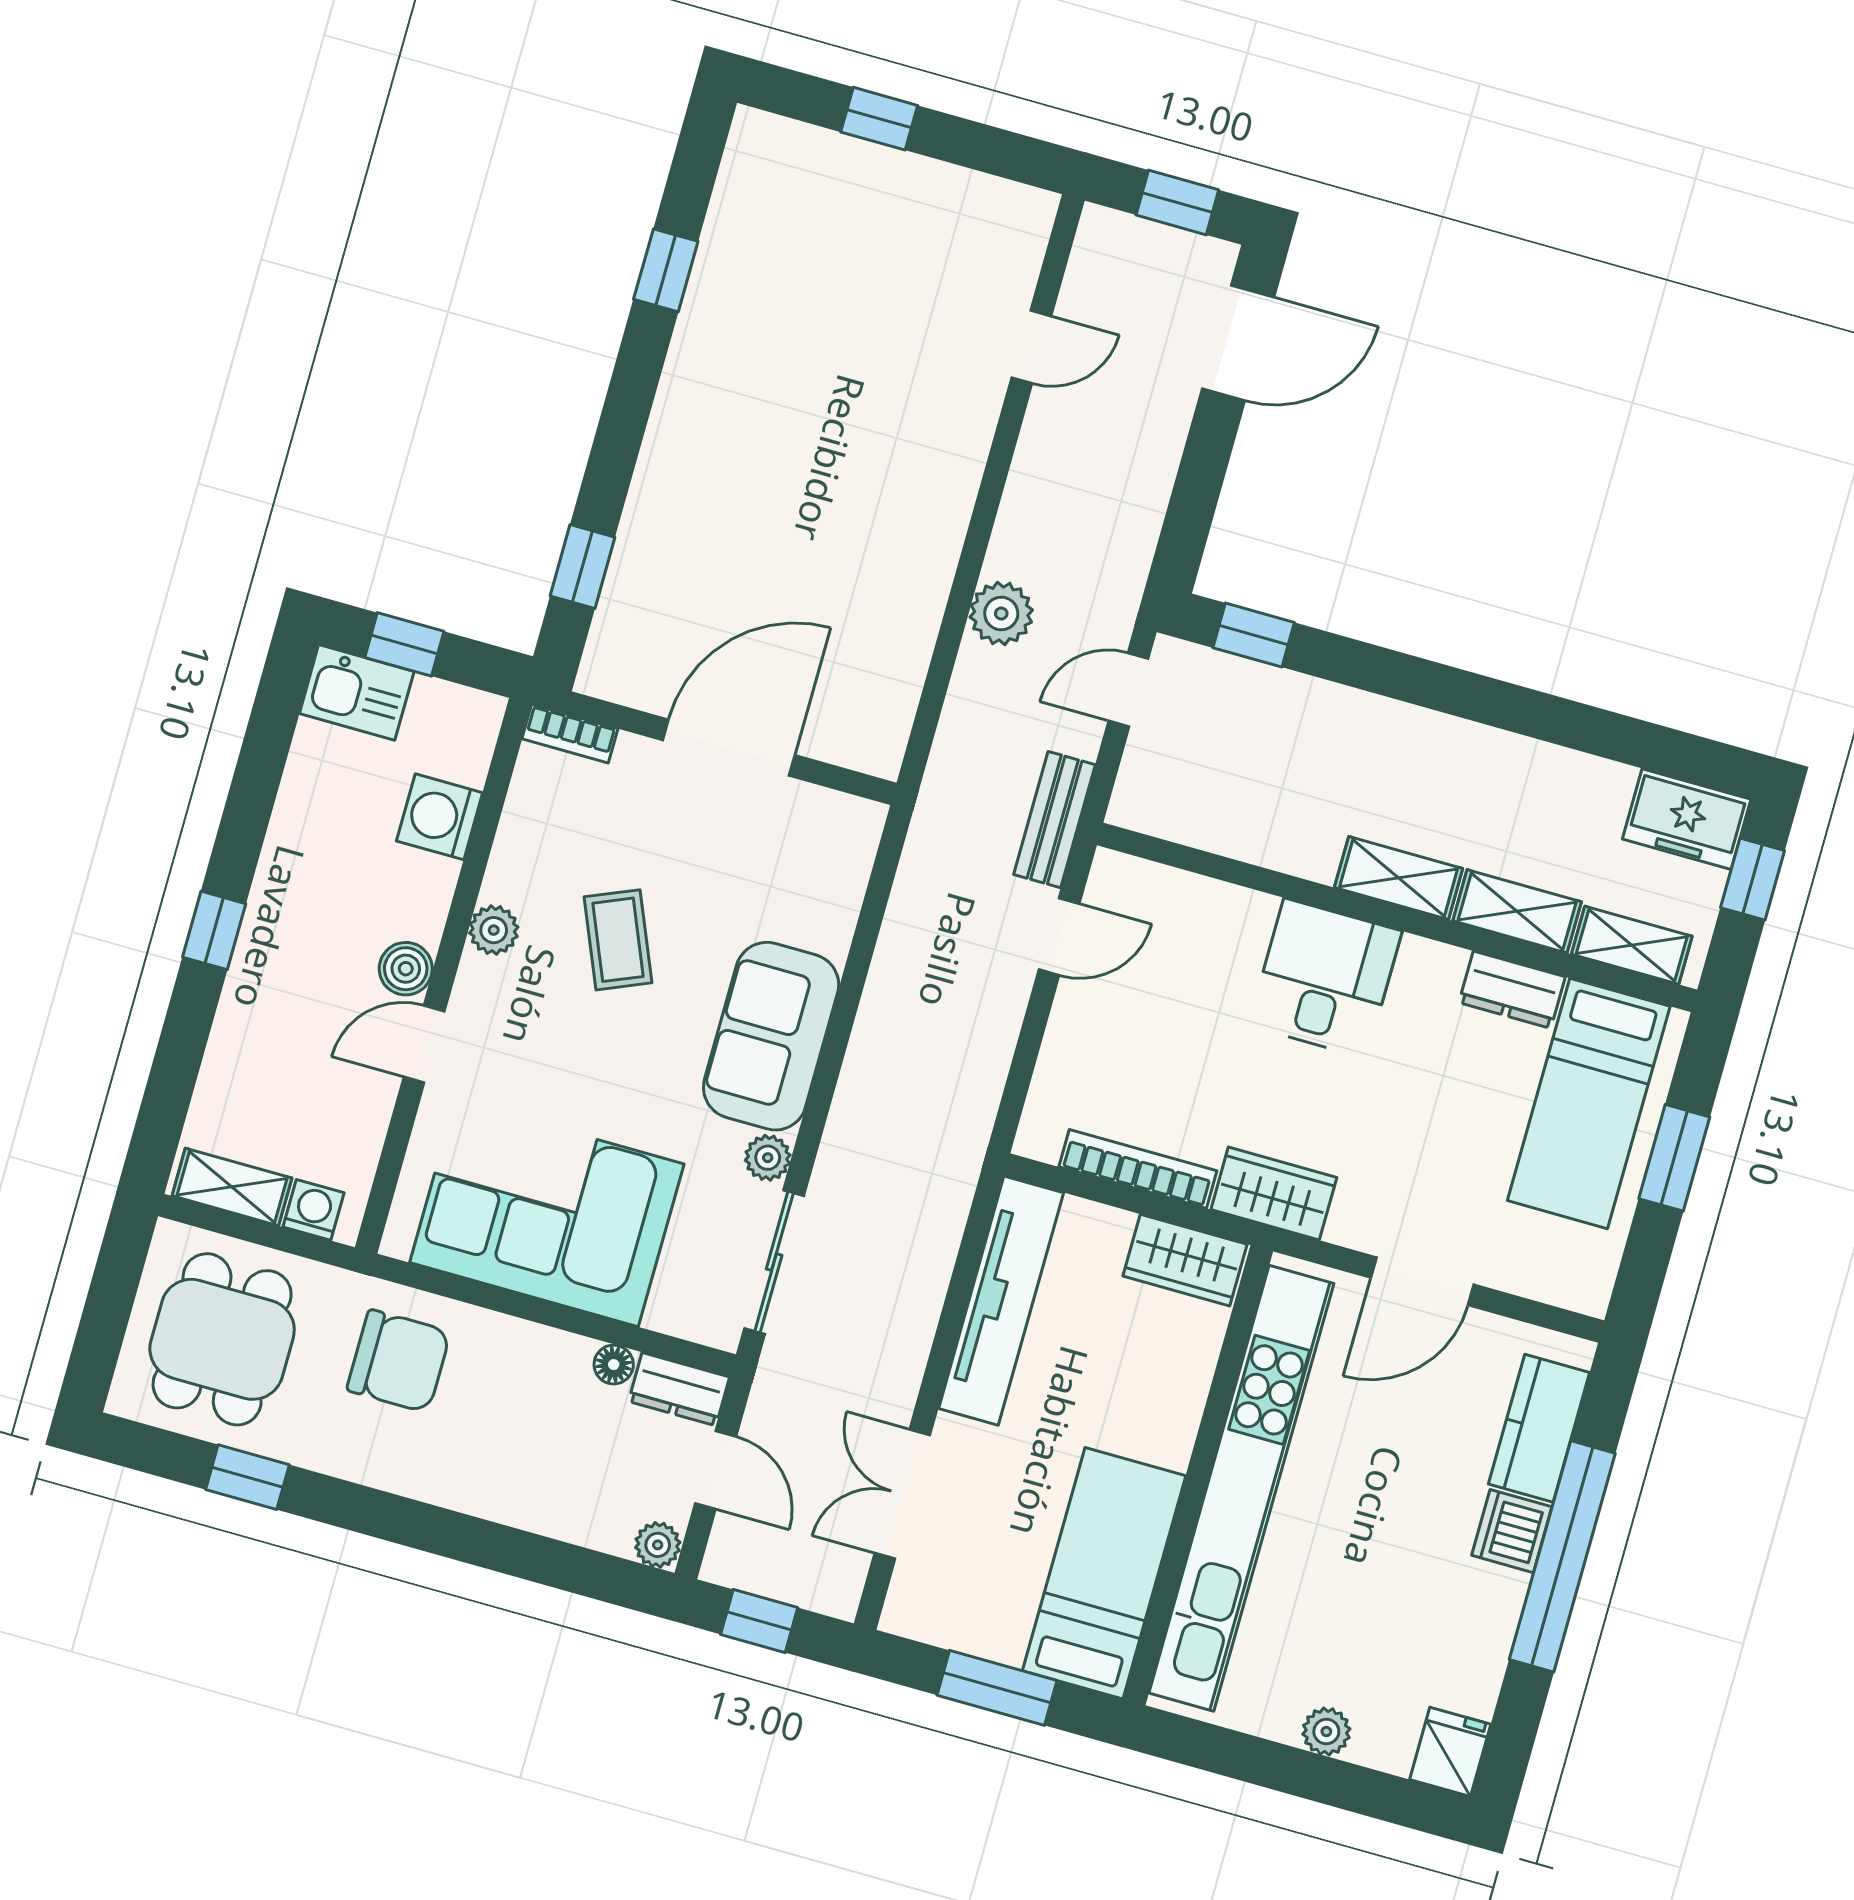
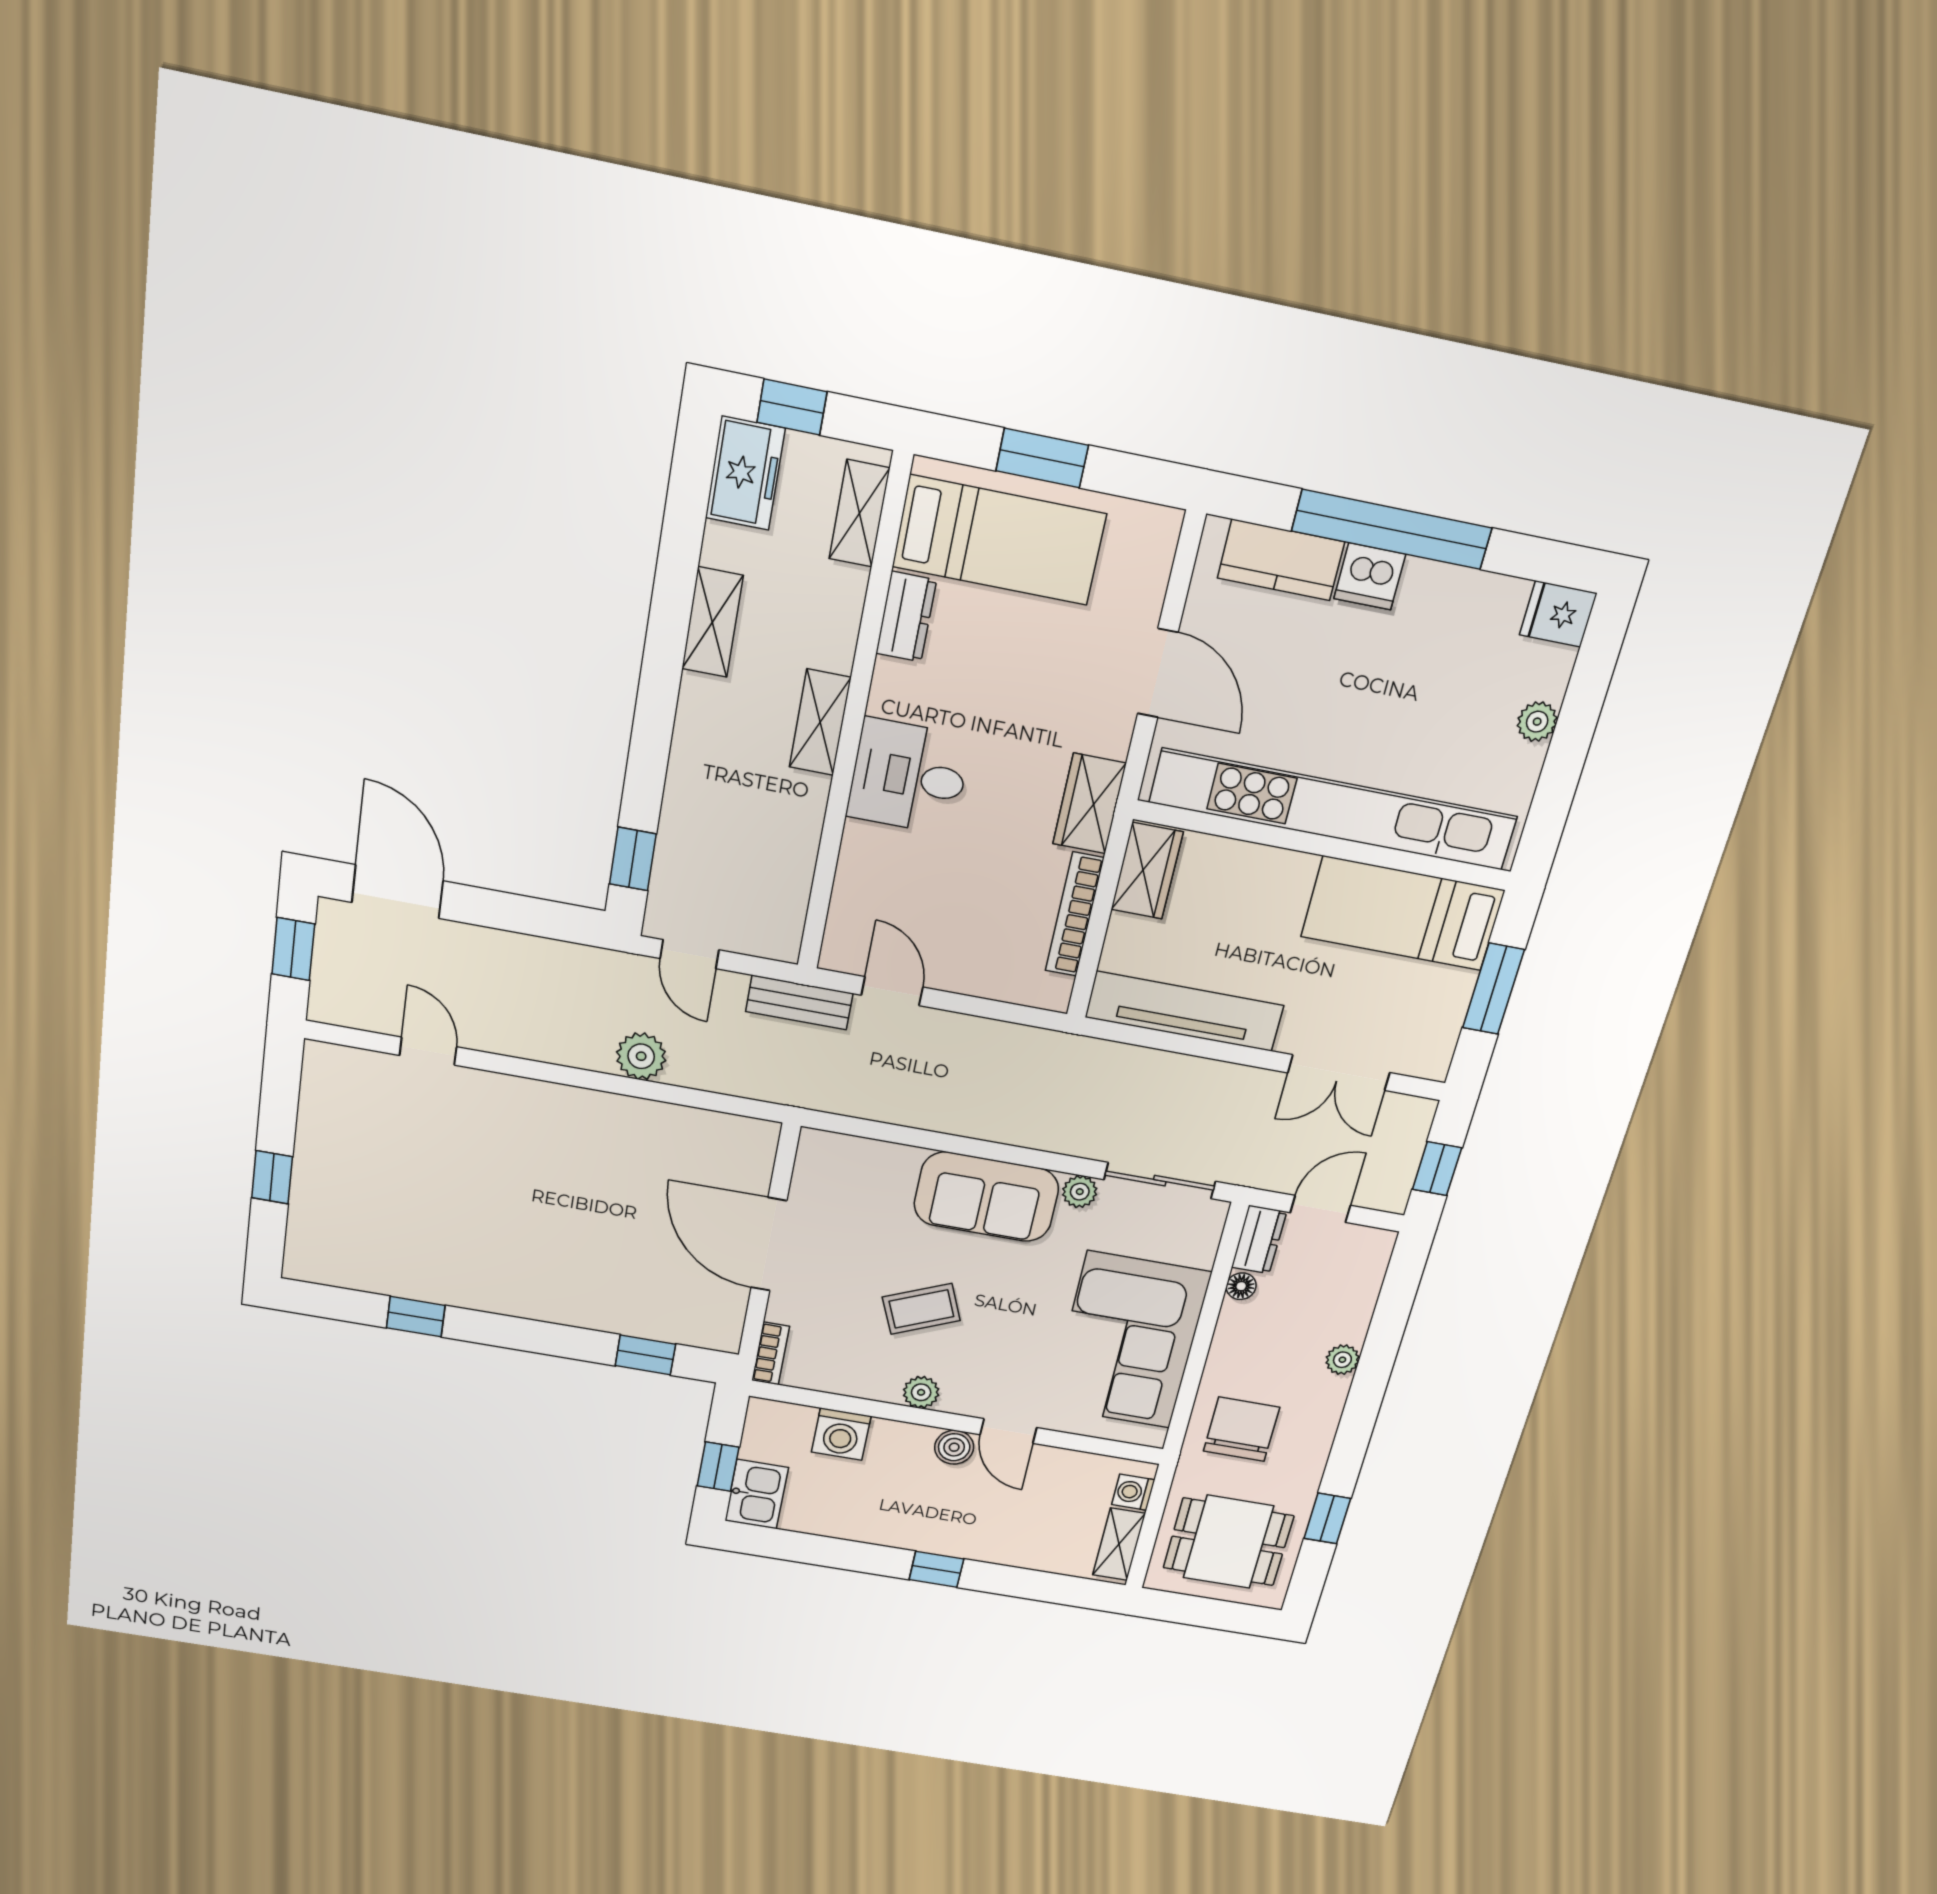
shelving: (1517, 911) -> (712, 622), moved
plant: (658, 1545) -> (1342, 1360), moved

